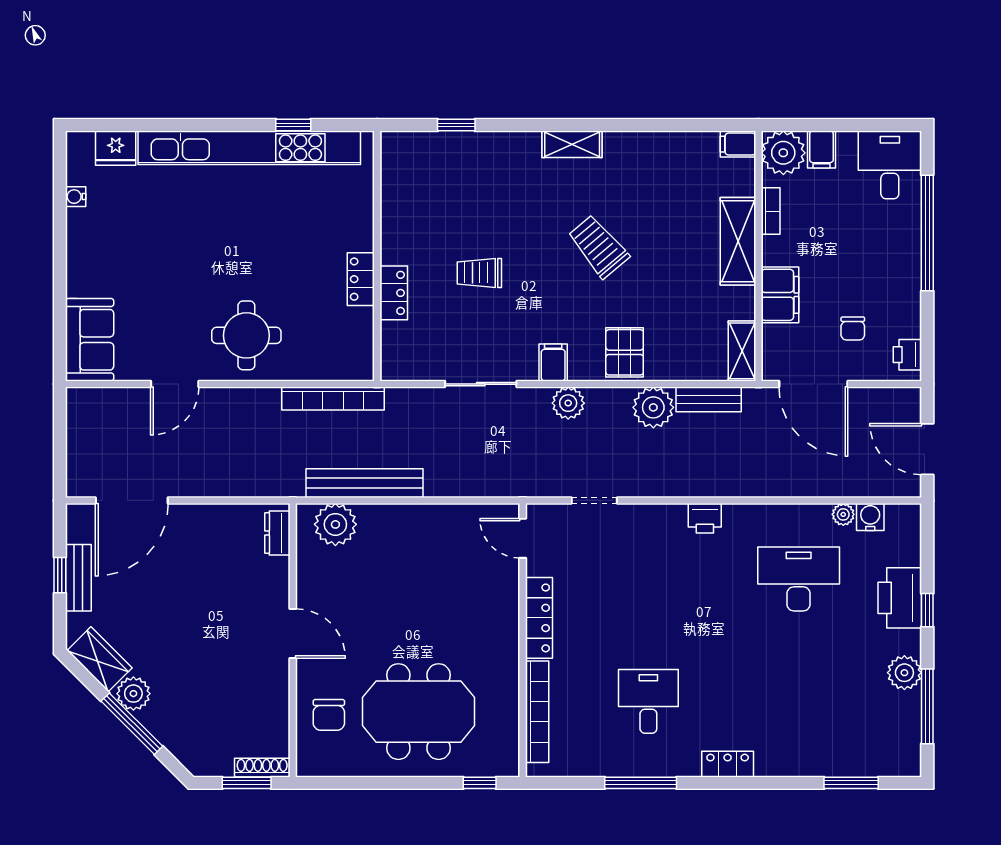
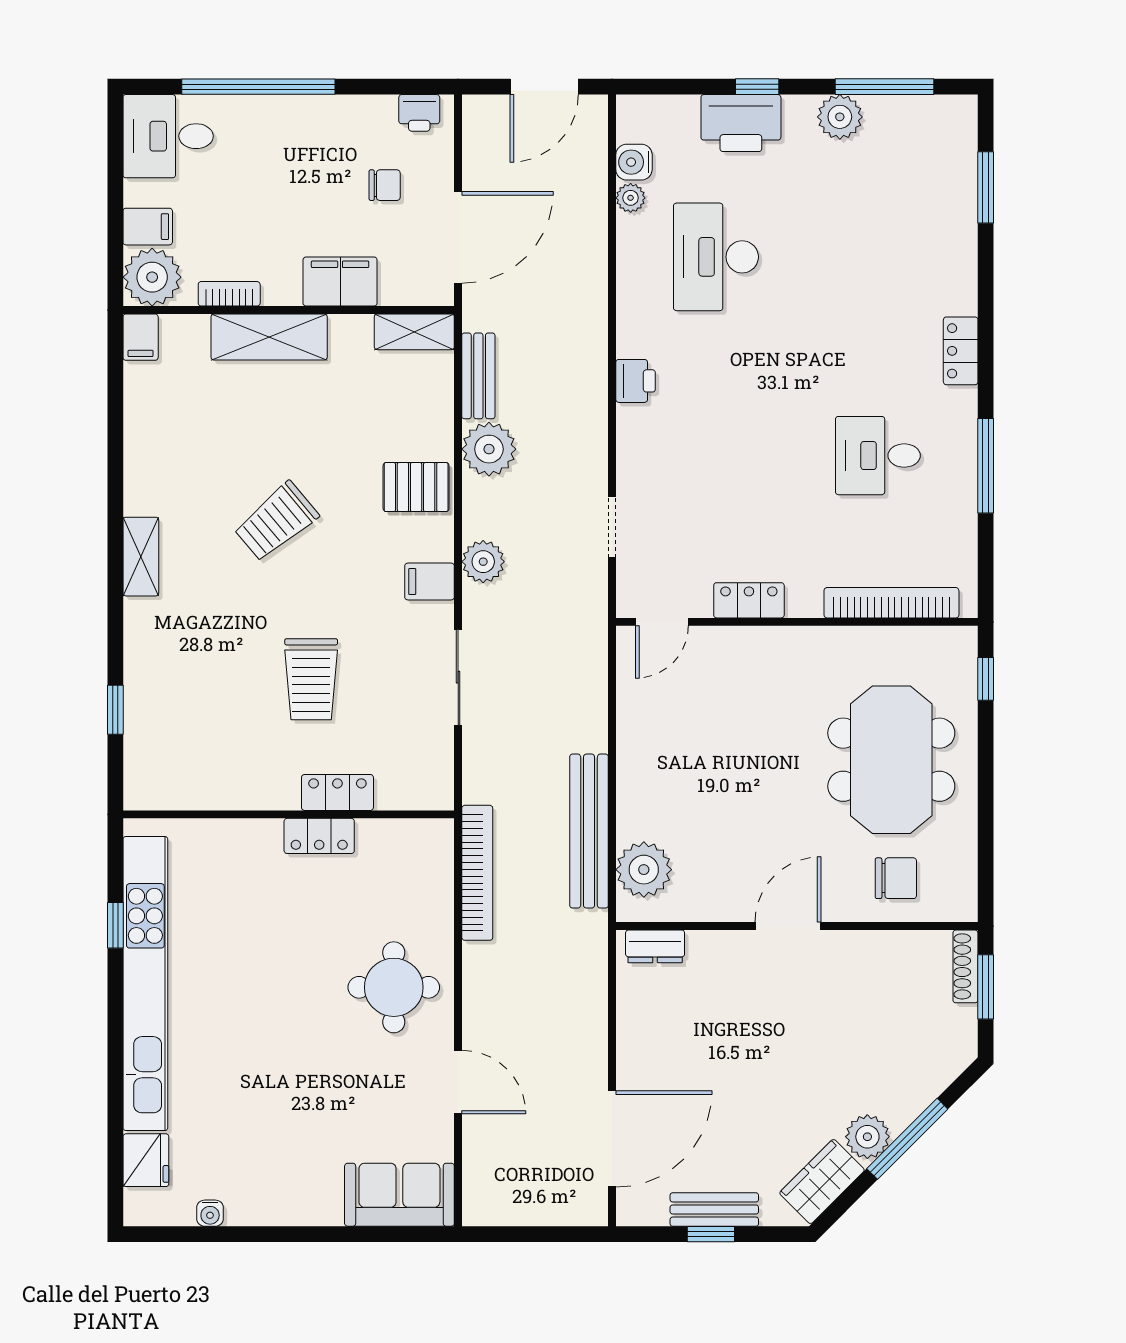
trolley: (479, 273) -> (311, 679), width x1.36, depth x1.39
door: (132, 500) -> (612, 1139), hinge flipped
locker: (539, 618) -> (749, 600), width x0.66

